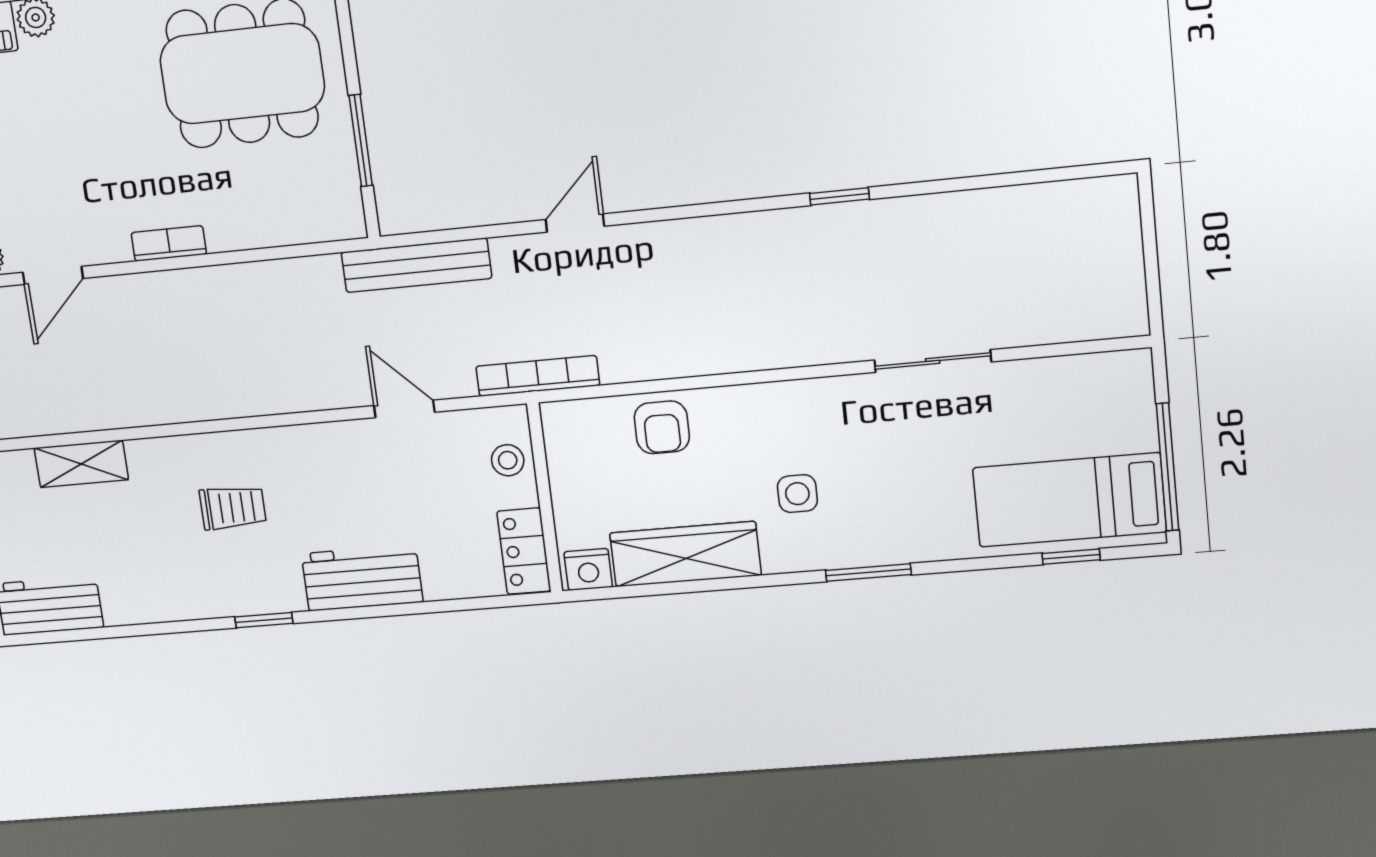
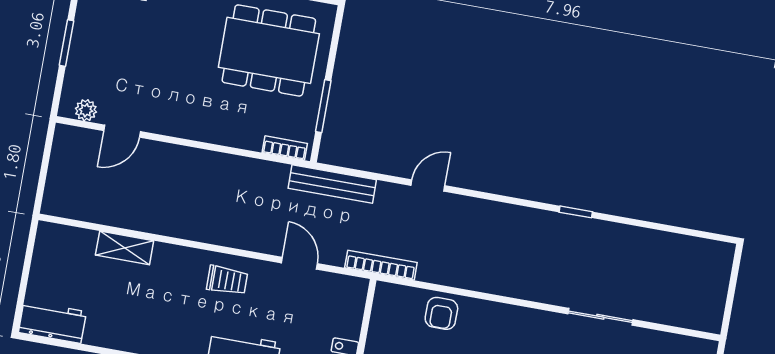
bookcase: (169, 243) -> (285, 148), moved
stool: (508, 460) -> (349, 309), removed
shelving: (81, 464) -> (125, 248), moved
trolley: (233, 508) -> (227, 280), moved

